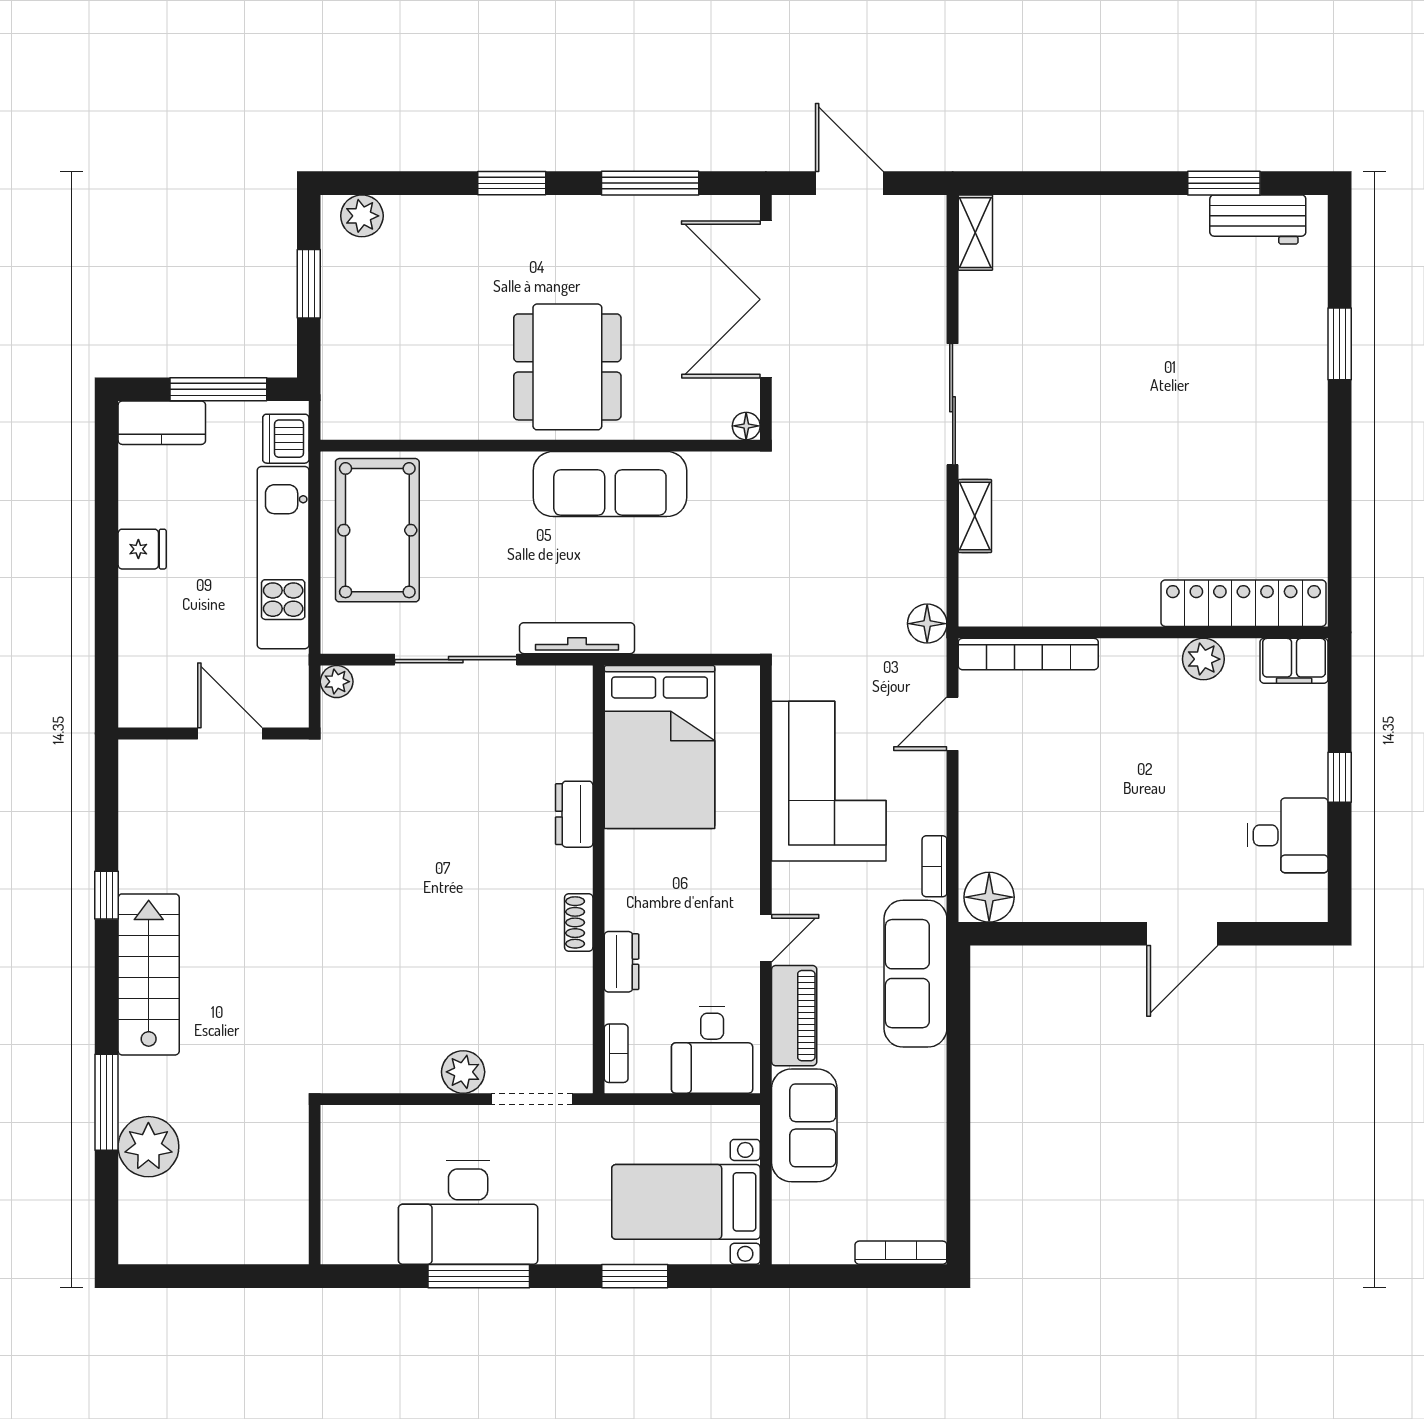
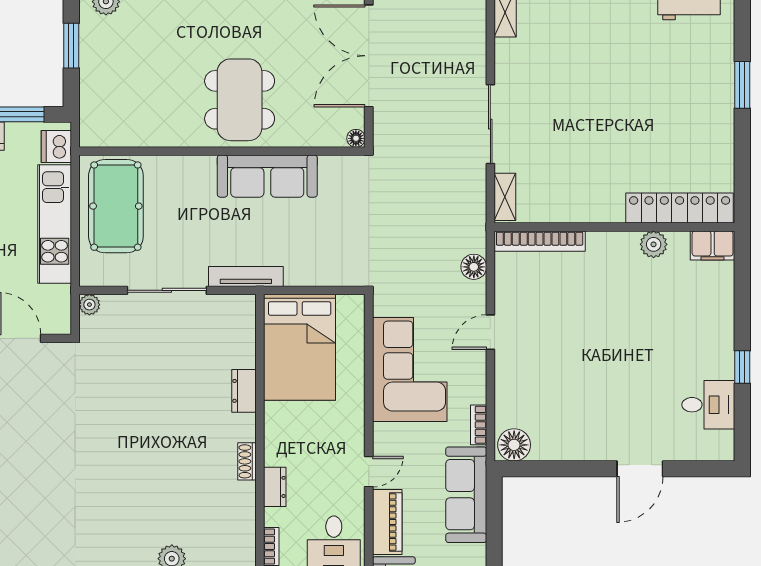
locker: (1243, 603) -> (680, 208), moved
wall: (1143, 632) -> (614, 227), moved
bookcase: (1028, 654) -> (540, 241), moved
plant: (1203, 659) -> (654, 244), moved
filing cabinet: (1294, 661) -> (713, 246), moved

